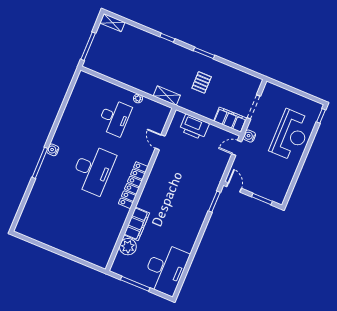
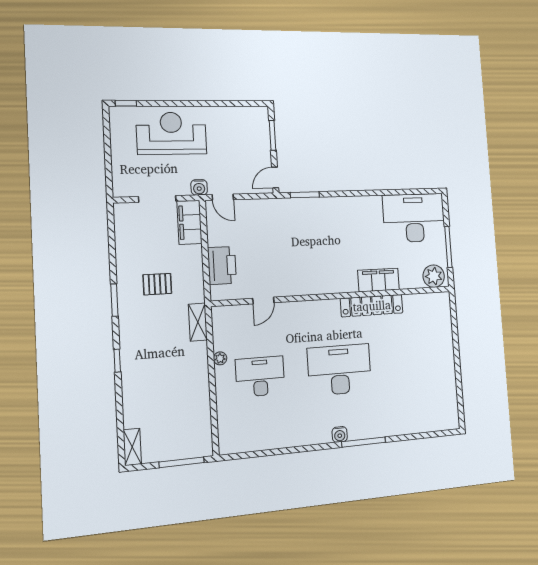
locker: (133, 185) -> (372, 306), moved
plant: (128, 247) -> (434, 276), moved

